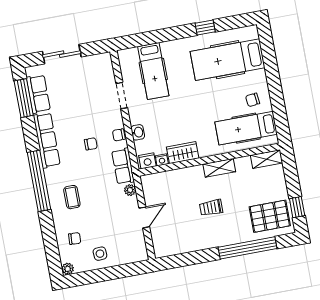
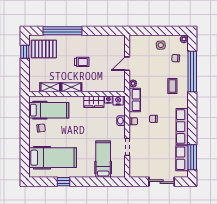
shelving: (266, 159) -> (50, 87), moved
window: (39, 181) -> (192, 72), moved

